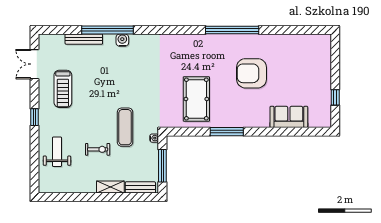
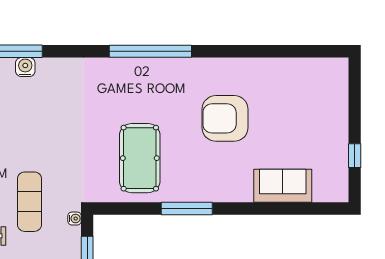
window: (232, 30) -> (150, 51), moved

